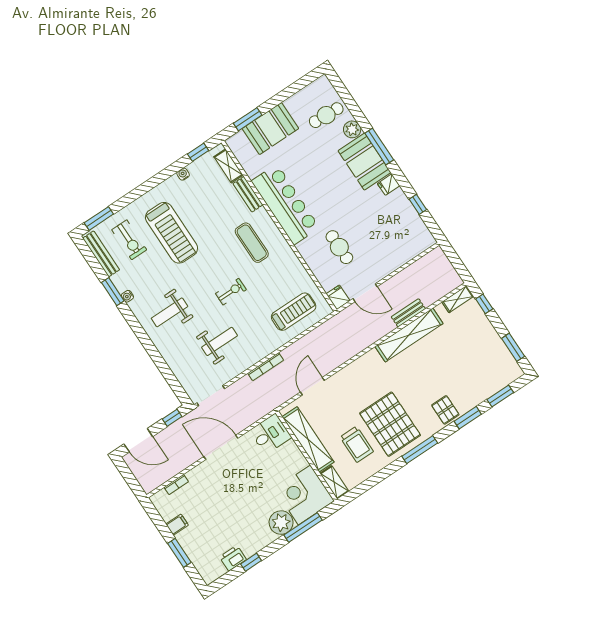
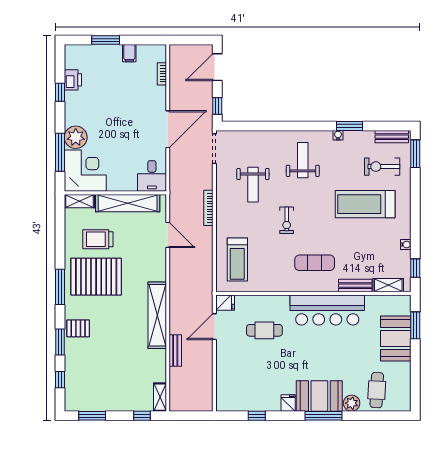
bench: (101, 254) -> (392, 137), width x0.73
shelving: (409, 335) -> (157, 315), moved
window: (500, 396) -> (60, 380), width x0.67

